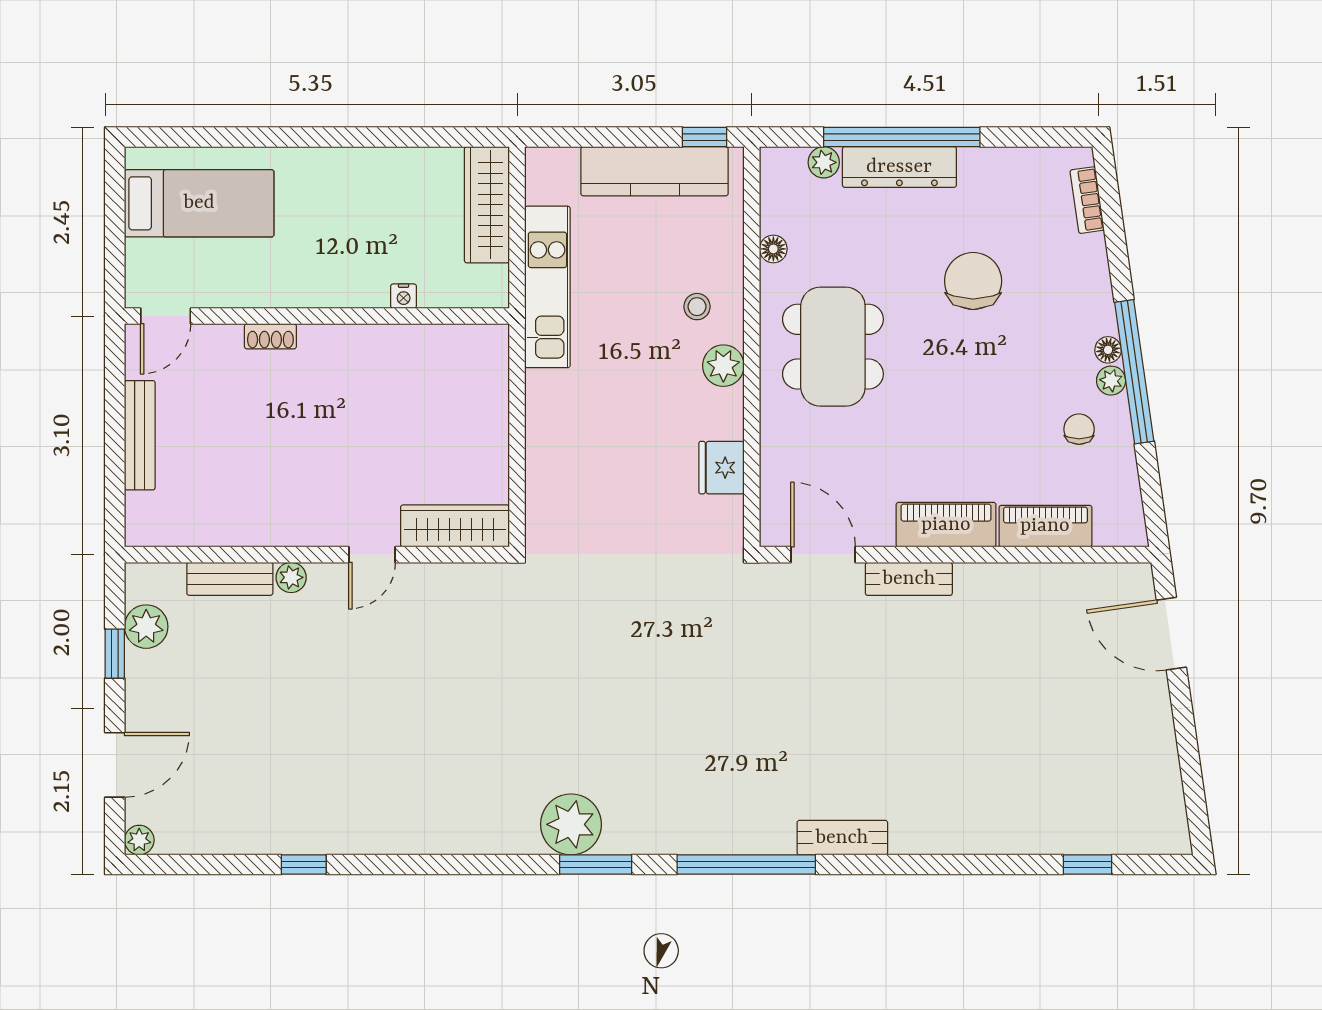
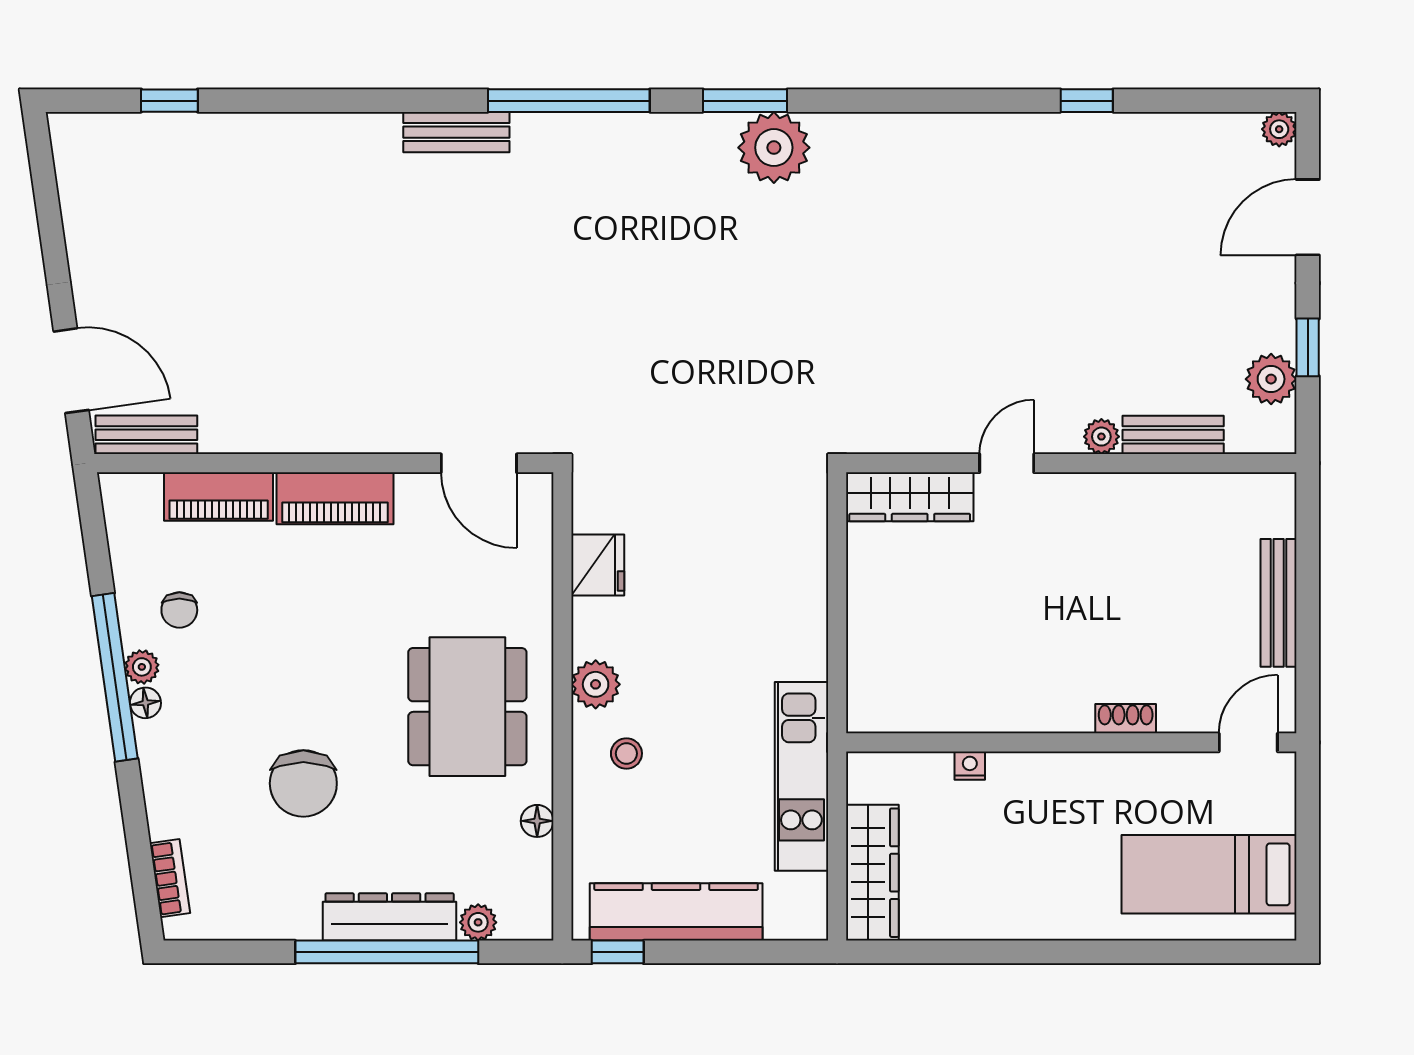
bench: (909, 579) -> (146, 435), moved

